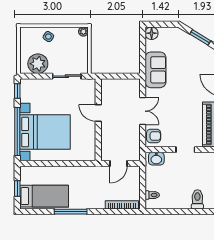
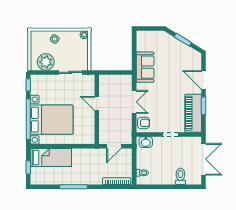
floor lamp: (152, 33) -> (142, 36), removed
bed: (44, 196) -> (51, 158), moved

